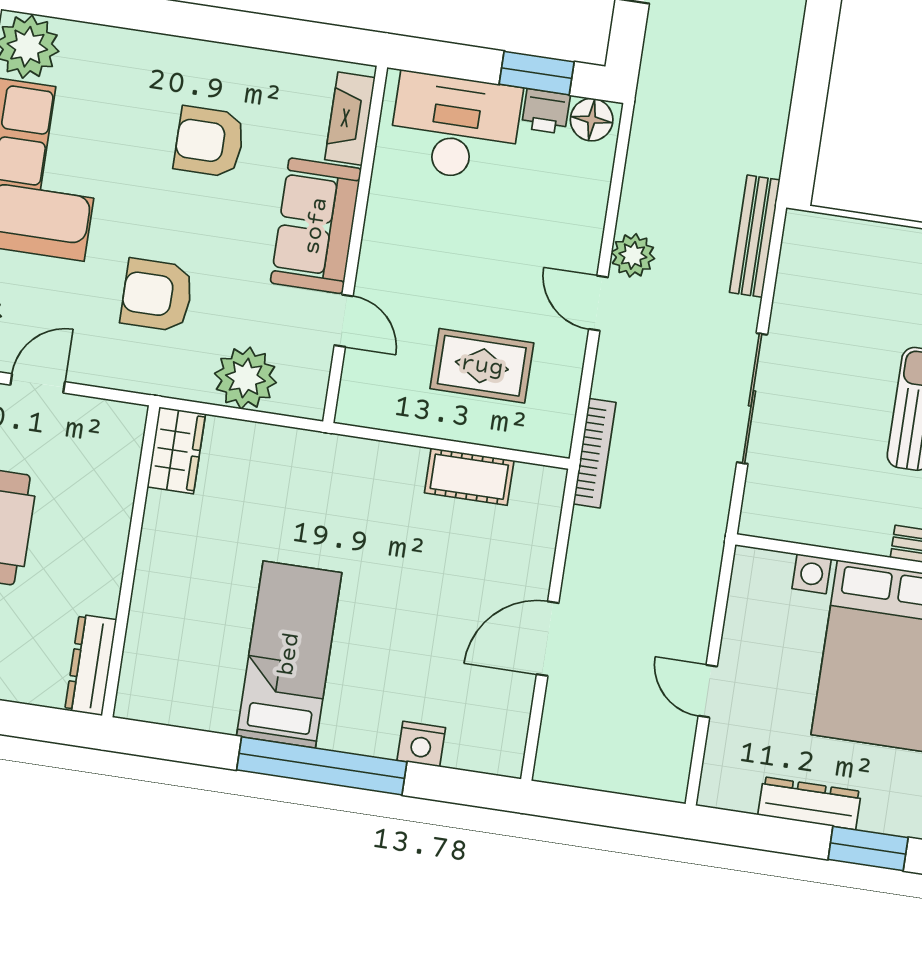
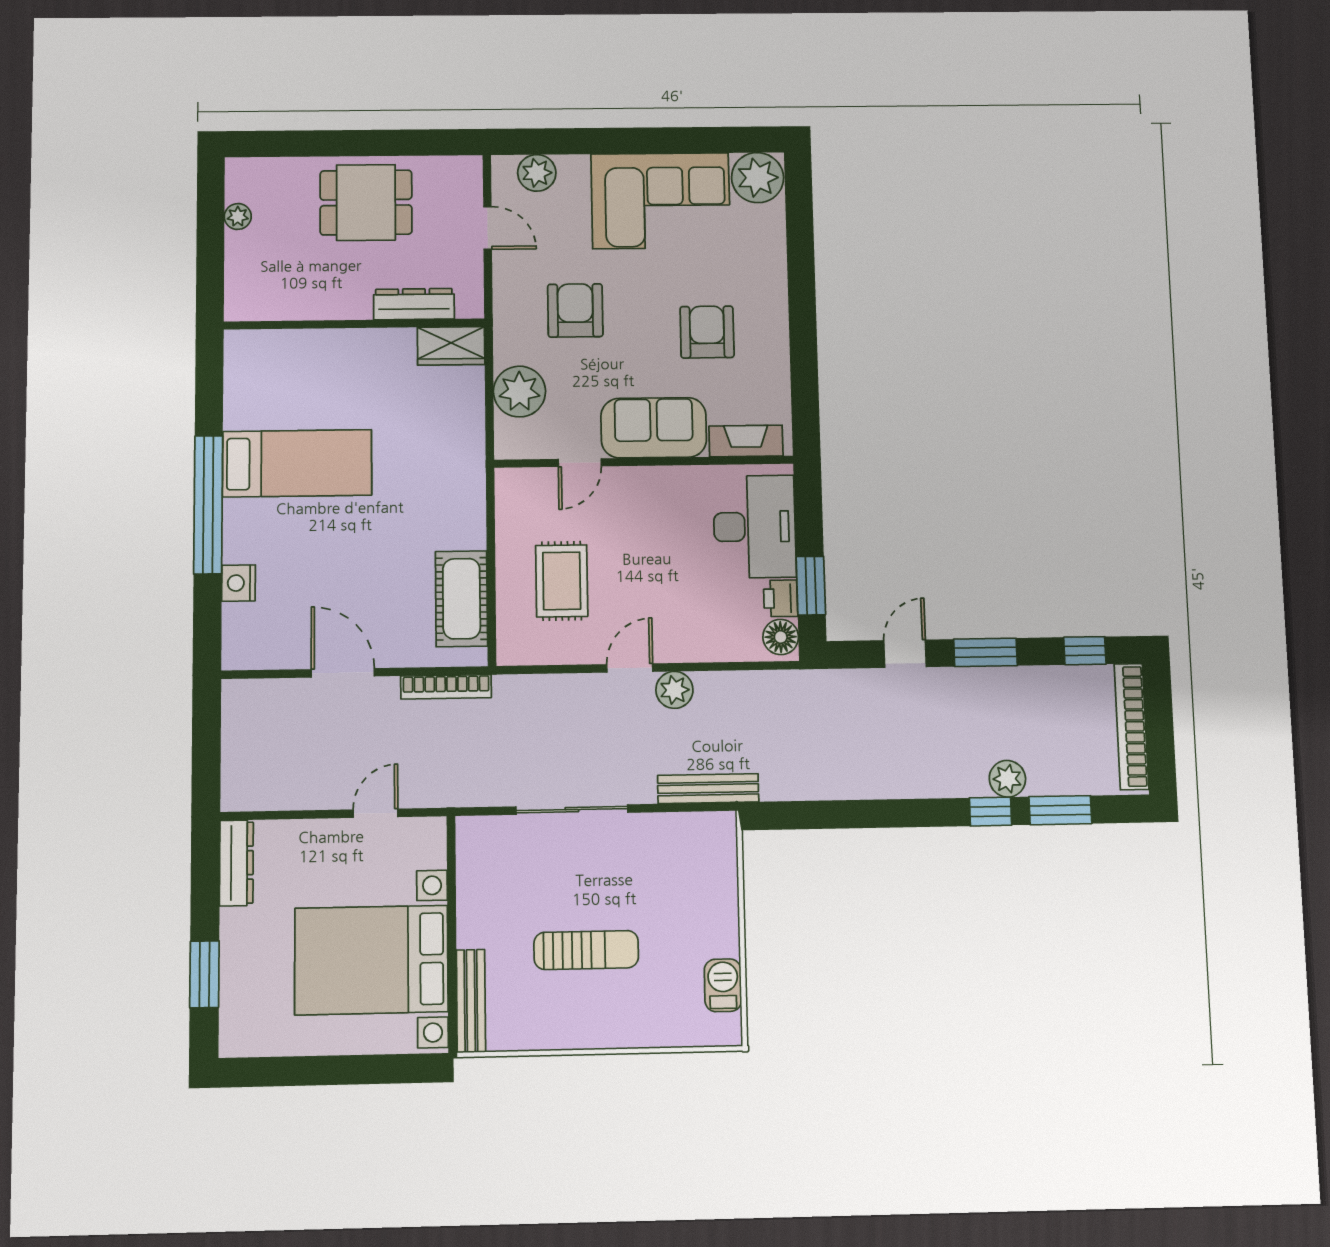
bookcase: (595, 453) -> (446, 687), moved
cot: (469, 477) -> (461, 599), width x1.37, depth x1.34
dresser: (91, 665) -> (414, 304), moved
door: (708, 691) -> (375, 813), moved
dresser: (809, 803) -> (236, 863), moved

